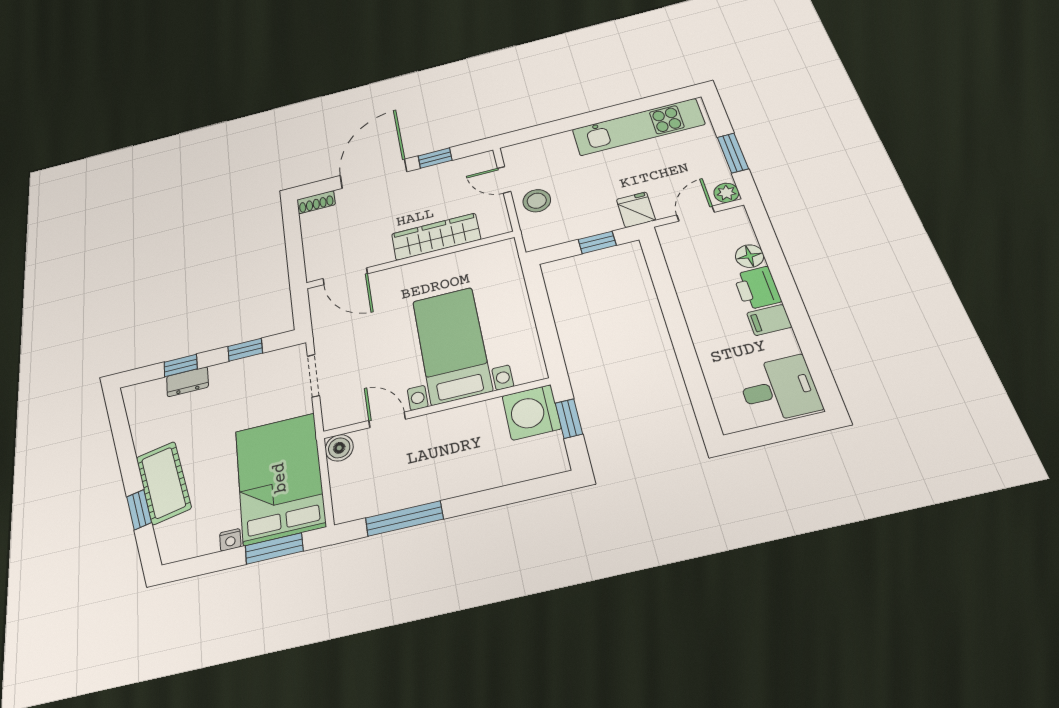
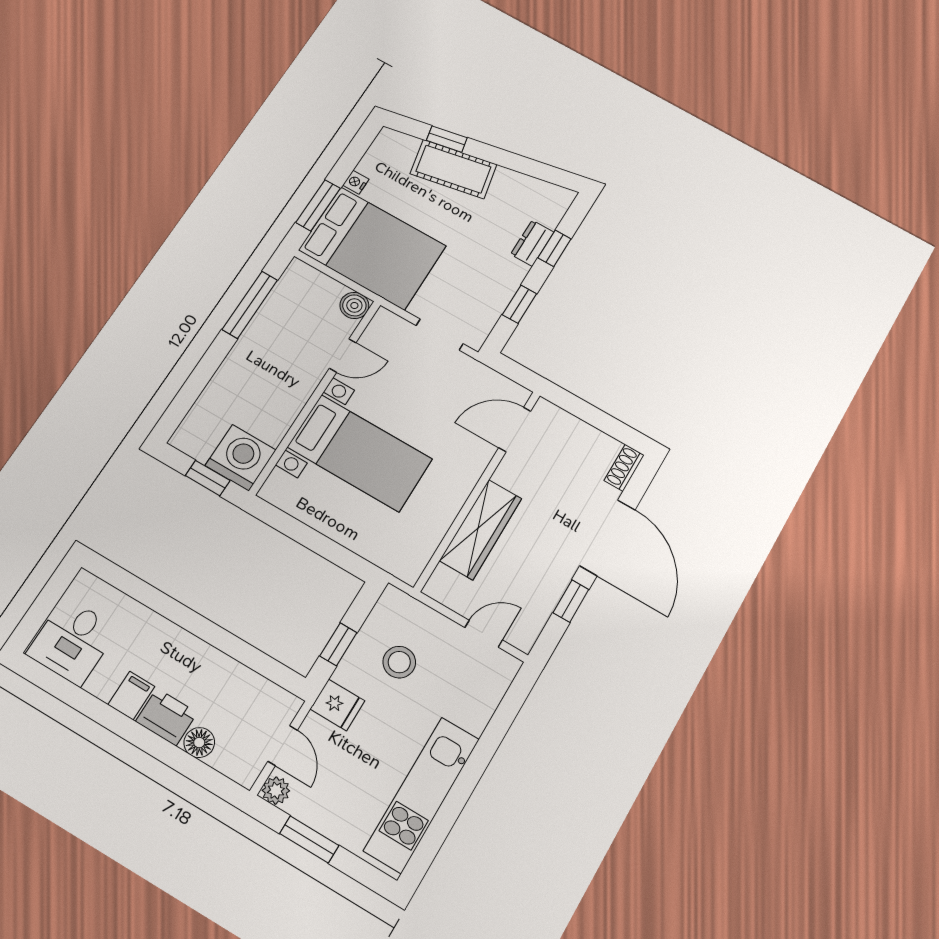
stool: (537, 201) -> (399, 662), moved

